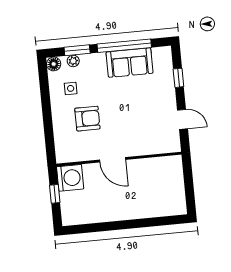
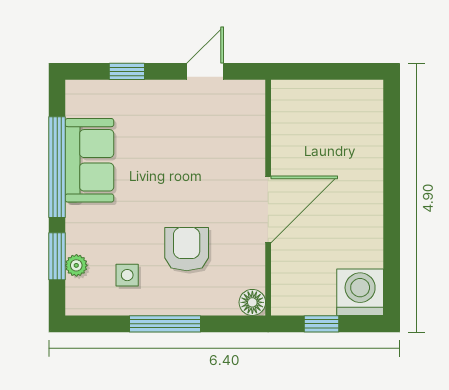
floor lamp: (54, 64) -> (252, 302), moved
window: (47, 111) -> (165, 324), added
door: (113, 160) -> (268, 209), width x1.36
washing machine: (70, 178) -> (360, 292), moved

